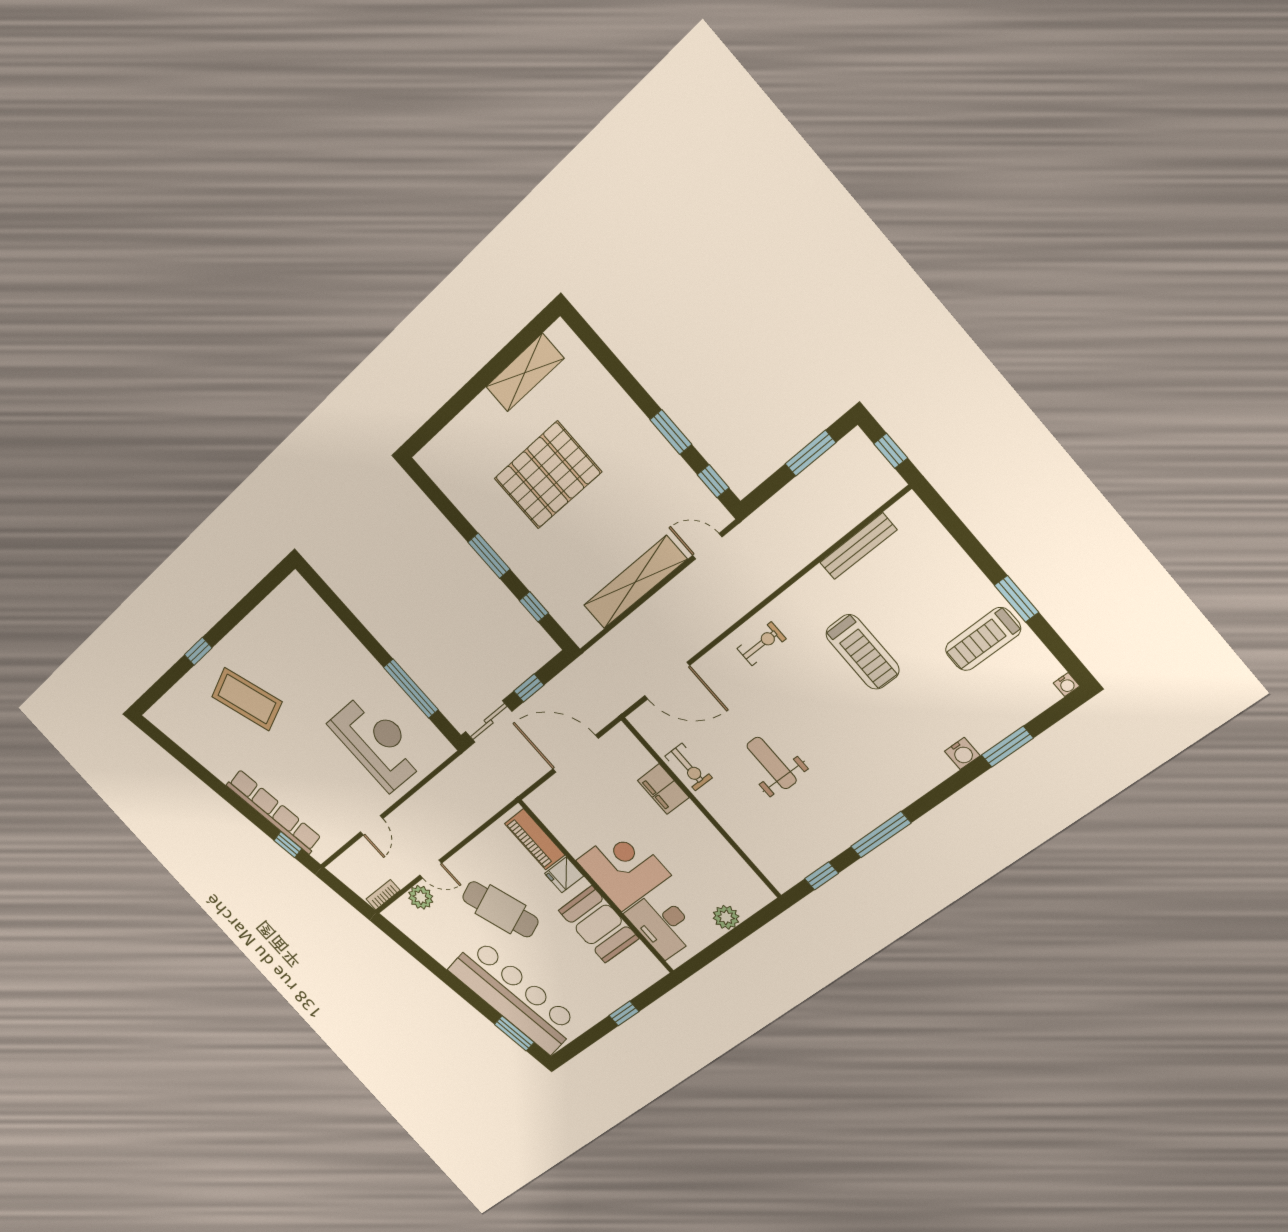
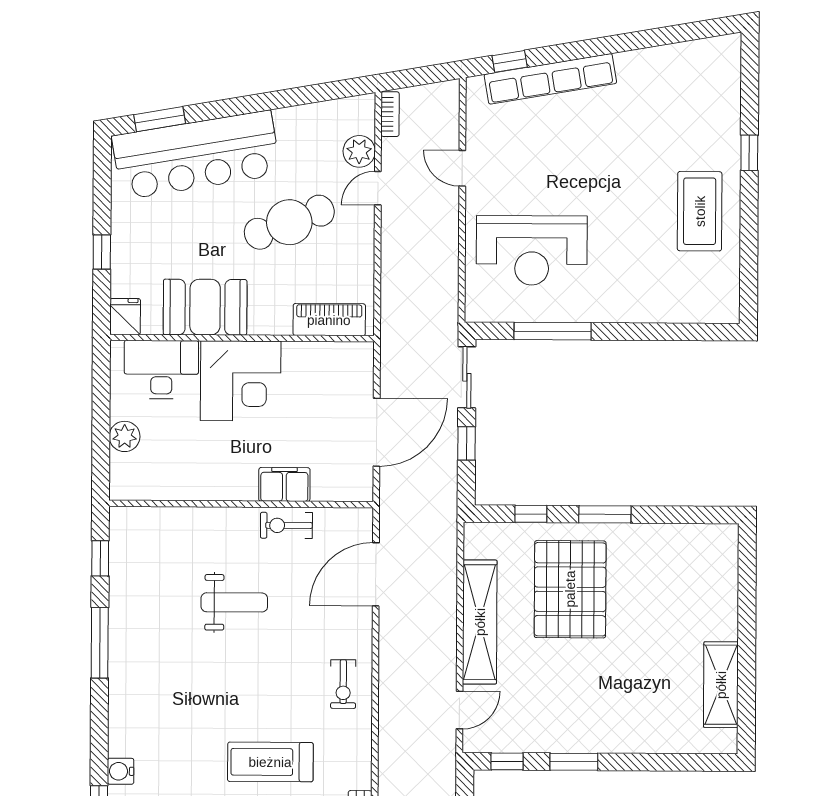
pallet: (548, 475) -> (570, 589), moved
coffee table: (247, 699) -> (700, 211), moved, turned -70
fridge: (564, 875) -> (125, 316), moved

